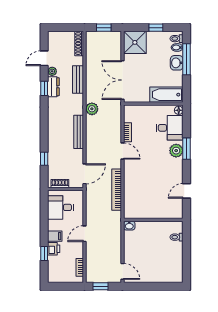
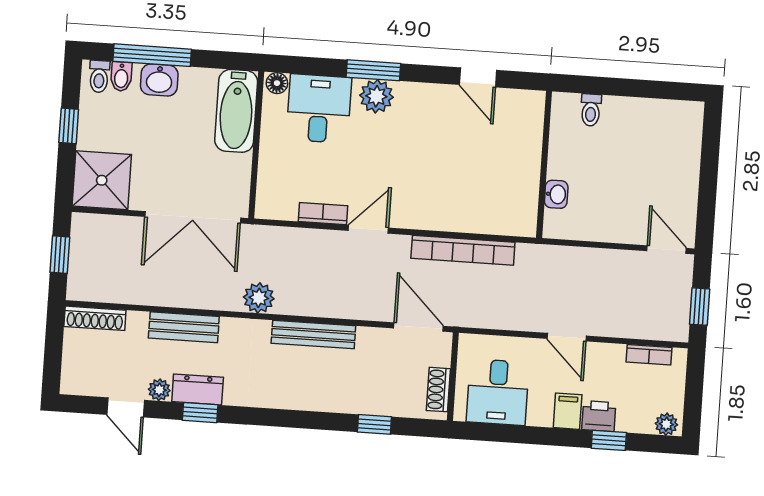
washbasin: (129, 226) -> (556, 194), moved
door: (122, 271) -> (667, 250), hinge flipped
plant: (52, 276) -> (666, 424), added

